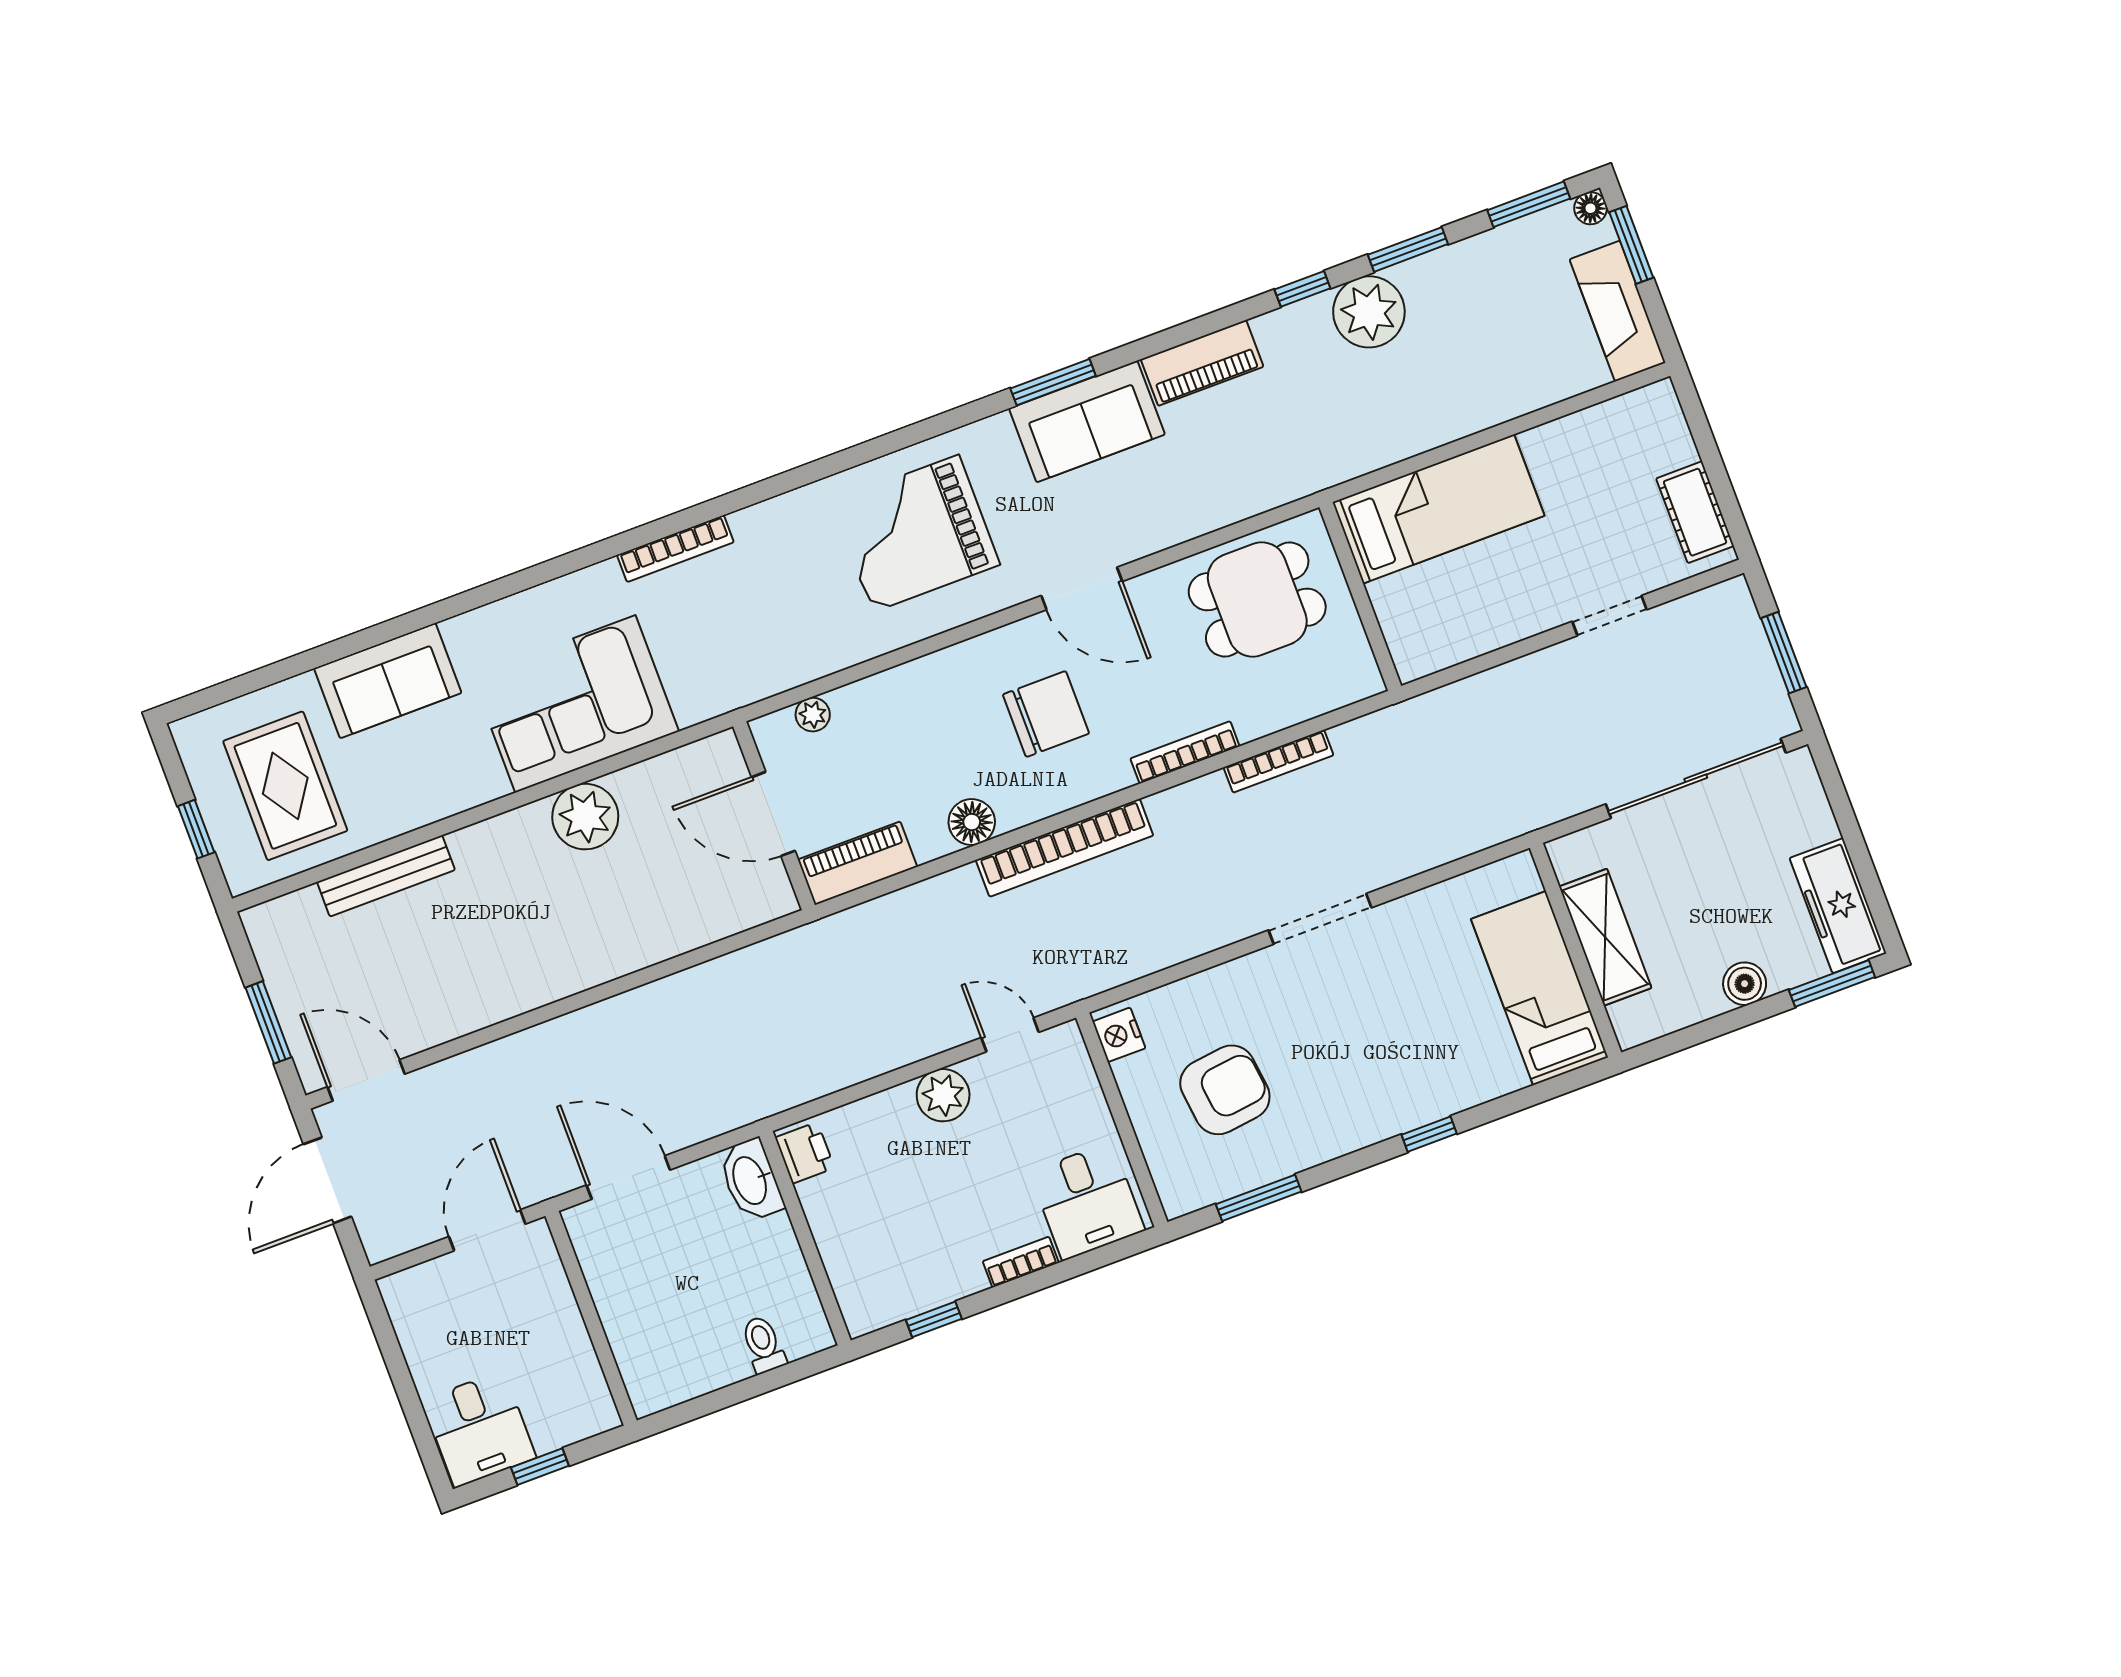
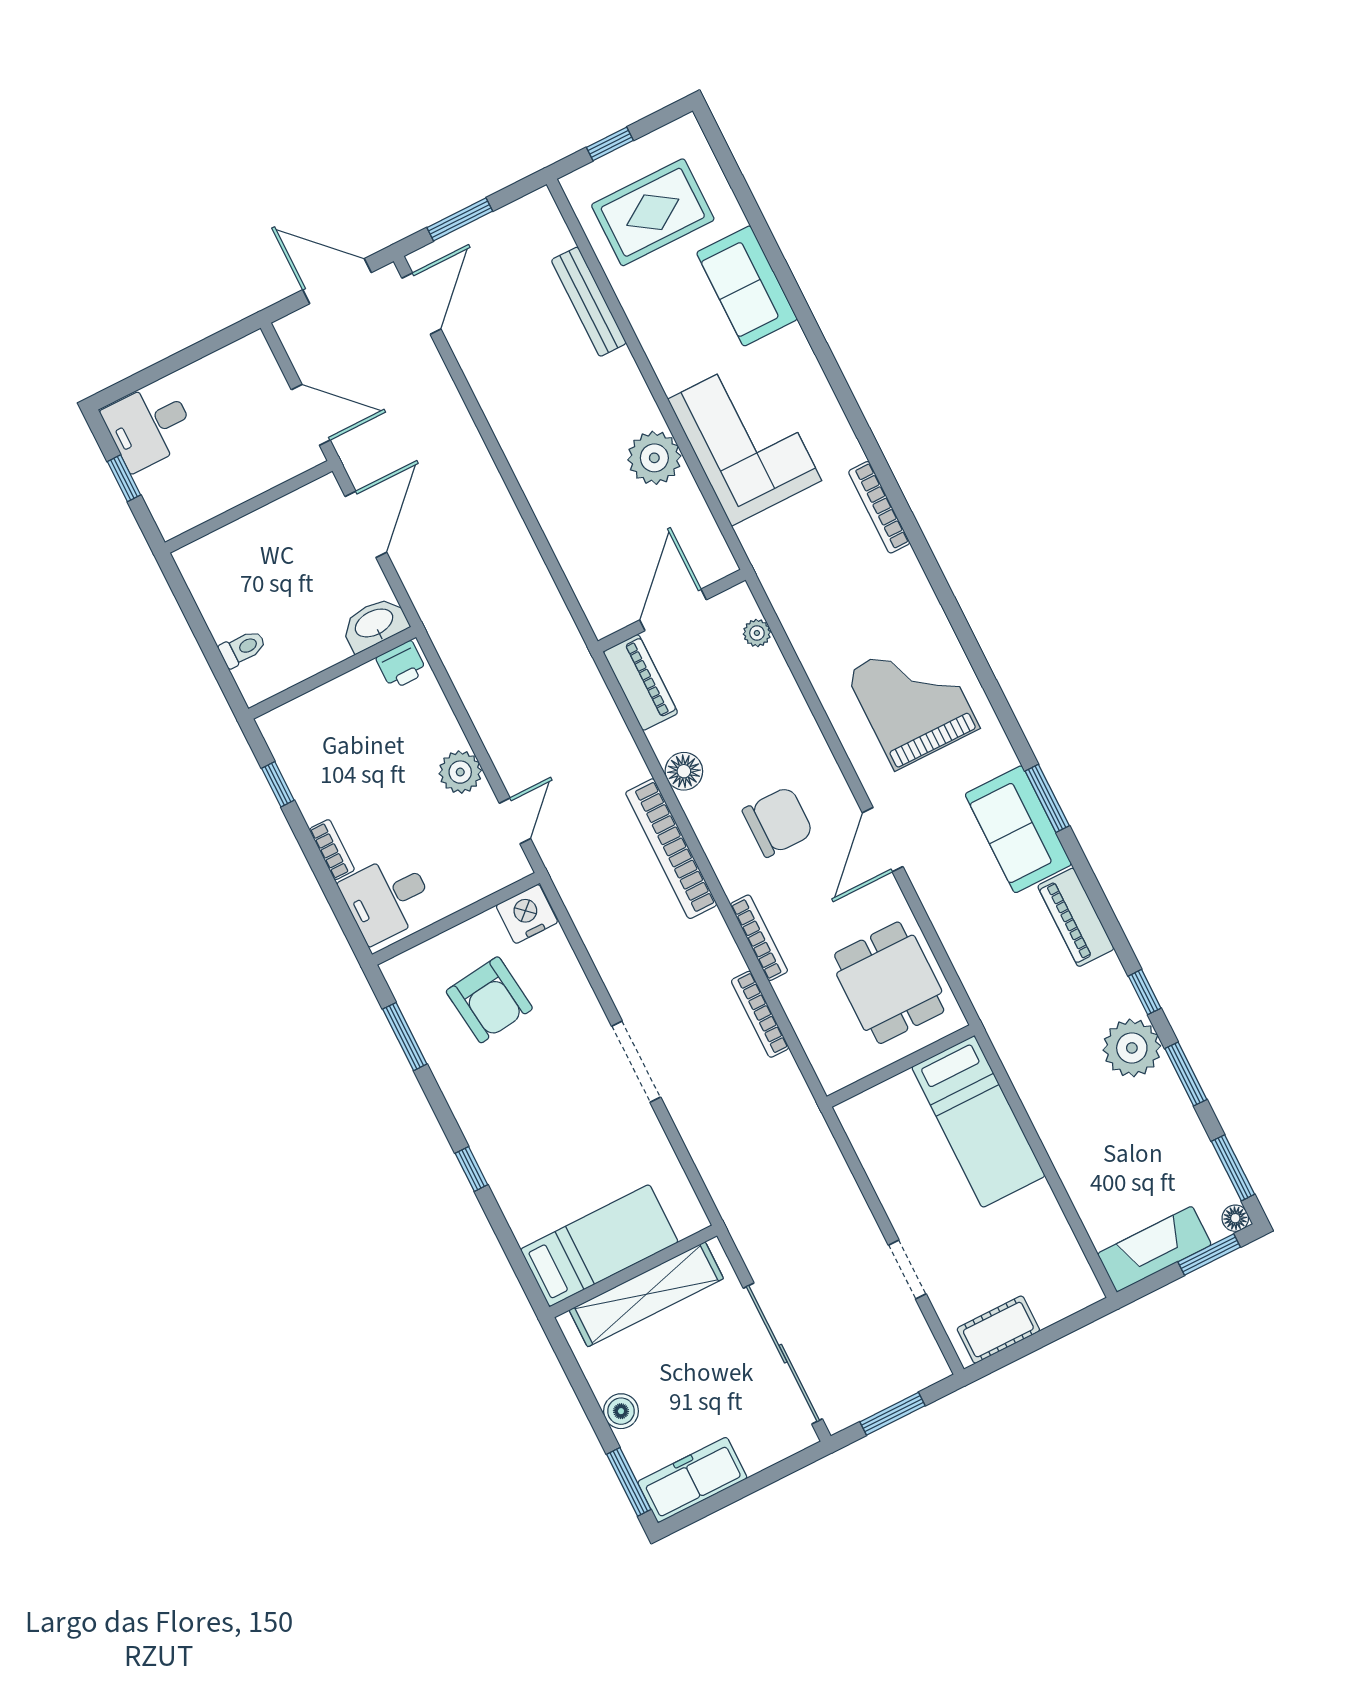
chair: (1046, 714) -> (778, 822), turned -90
shelving: (1605, 937) -> (646, 1294), width x1.47
nightstand: (1119, 1035) -> (527, 914), width x1.36, depth x1.33

